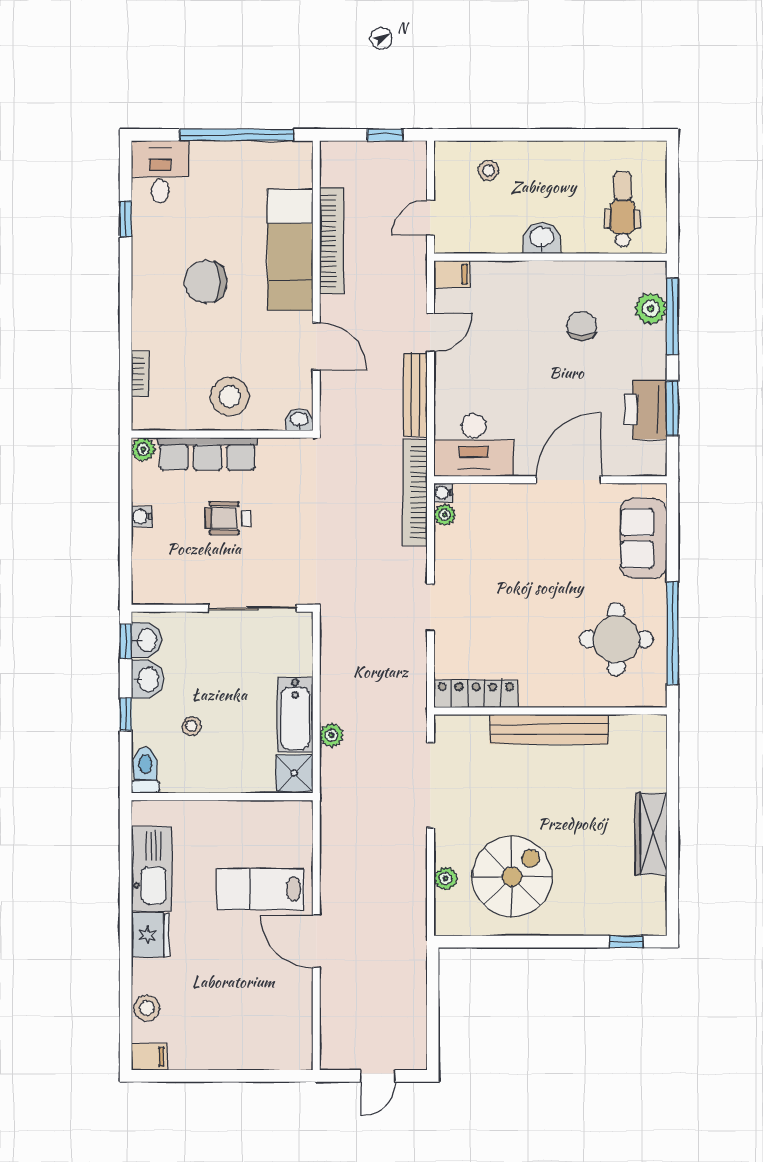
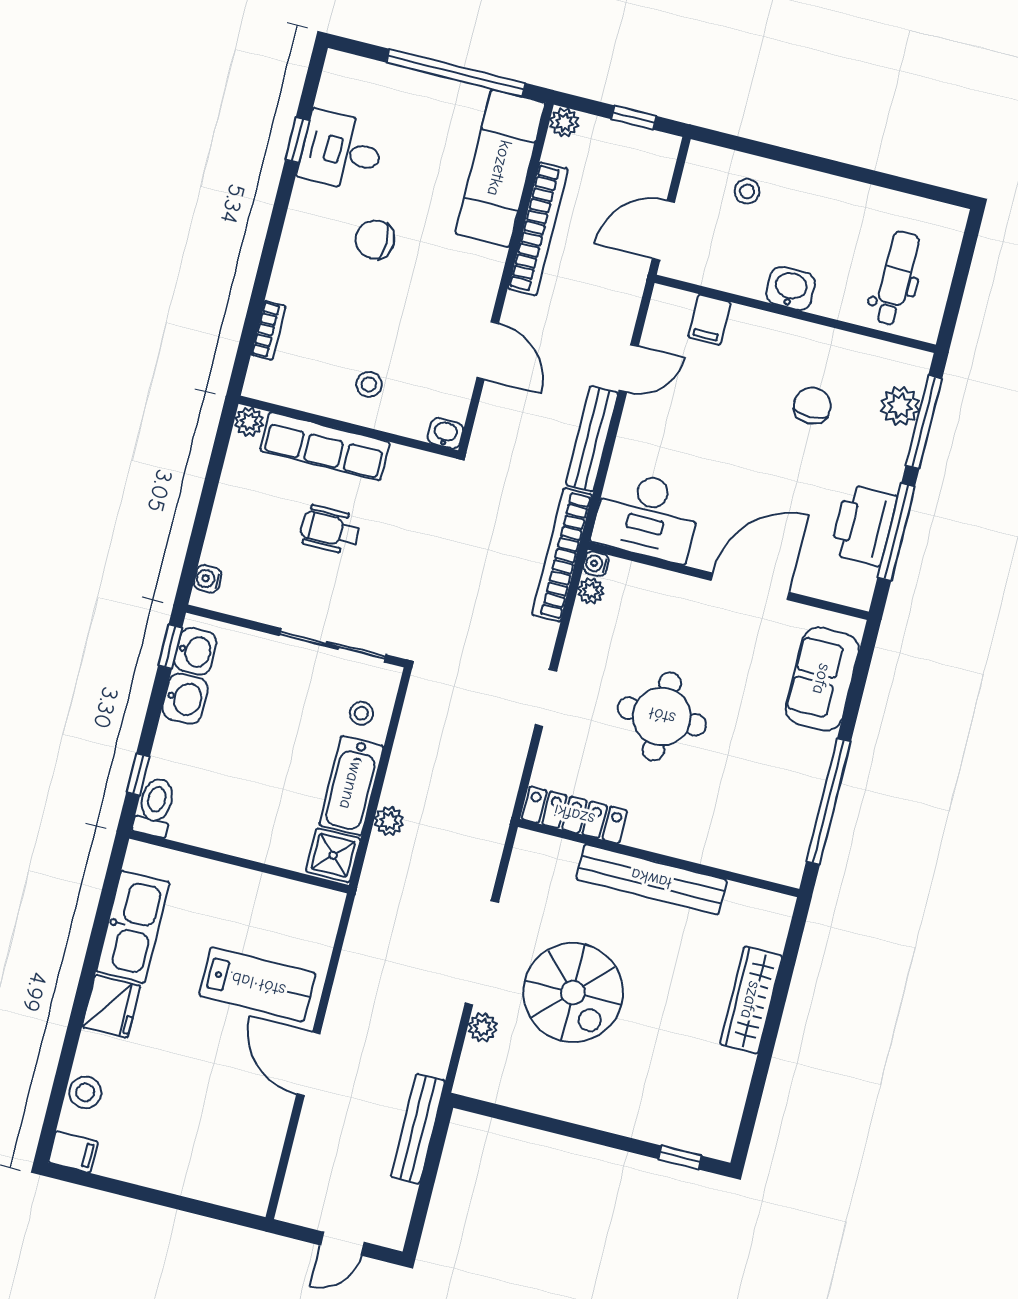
plant: (332, 152) -> (564, 122), added
desk: (160, 172) -> (342, 151), moved, turned -90
door: (430, 218) -> (663, 230), width x1.38
exam couch: (290, 250) -> (500, 168), moved
filing cabinet: (452, 274) -> (709, 320), moved, turned 90
chair: (206, 282) -> (375, 240), width x0.73, depth x0.73
stool: (230, 397) -> (369, 384), width x0.53, depth x0.53
window: (673, 408) -> (896, 532), width x1.44
water cooler: (142, 517) -> (208, 579), moved
round table: (616, 639) -> (662, 716), moved
window: (126, 714) -> (138, 775), moved
stool: (191, 726) -> (361, 713), moved
doorway: (430, 785) -> (482, 953), moved
wardrobe: (651, 834) -> (751, 1000), moved
spiral stairs: (512, 877) -> (573, 992), moved, turned 90
lab bench: (260, 889) -> (257, 984), turned 180
bench: (415, 971) -> (418, 1129), added

